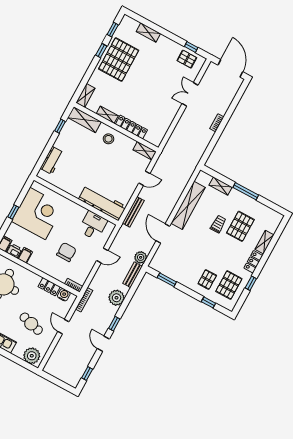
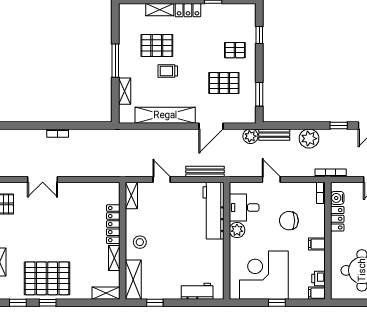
plant: (80, 212) -> (237, 230), added
filing cabinet: (25, 255) -> (317, 244), moved
pallet: (229, 285) -> (224, 83), moved

